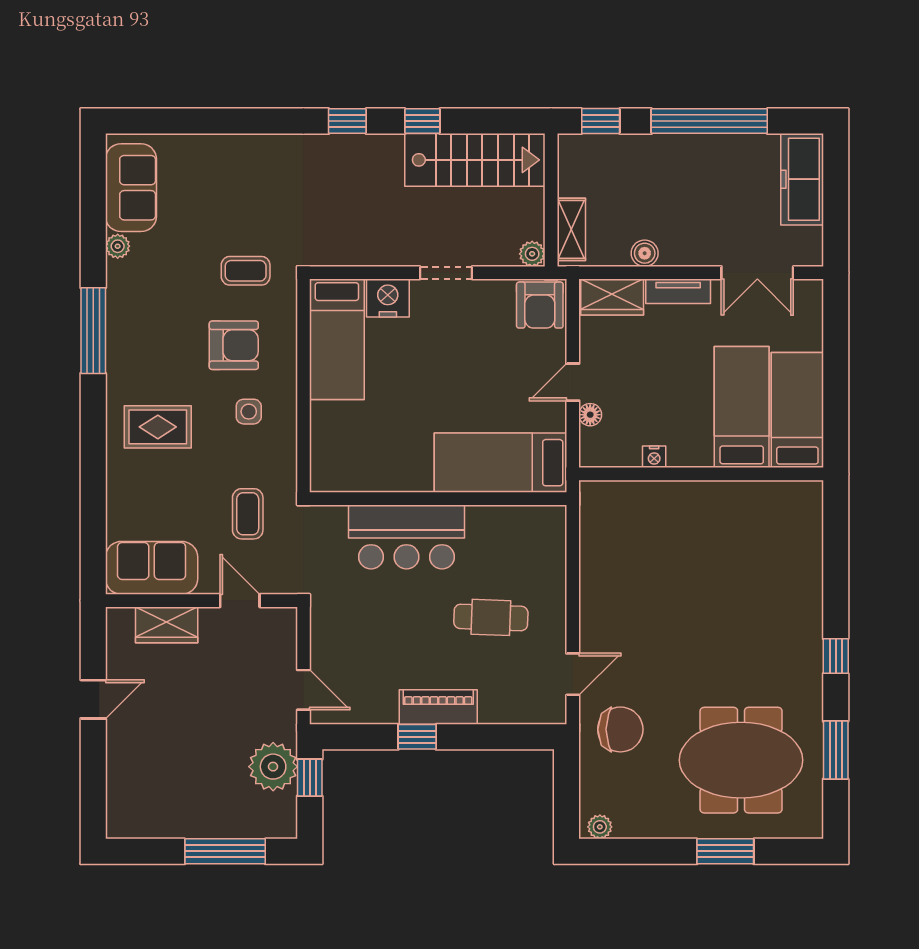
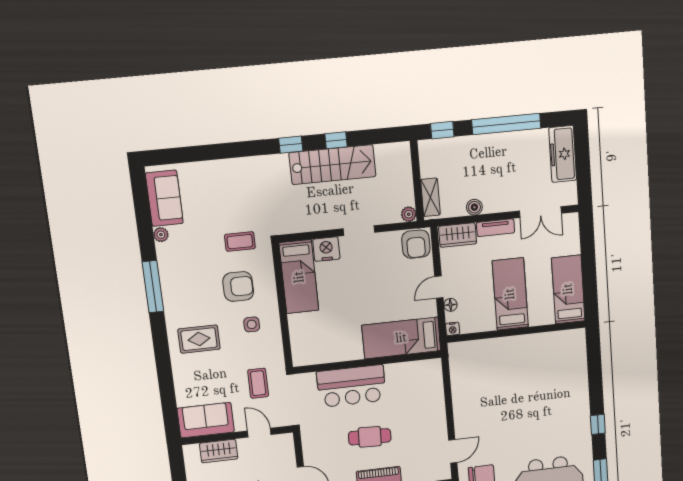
stairs: (475, 160) -> (333, 165), moved
bed: (742, 407) -> (510, 294), moved
nightstand: (654, 457) -> (453, 329), moved
cafe table: (491, 617) -> (370, 437), moved

